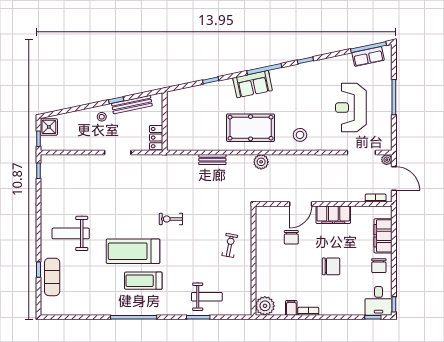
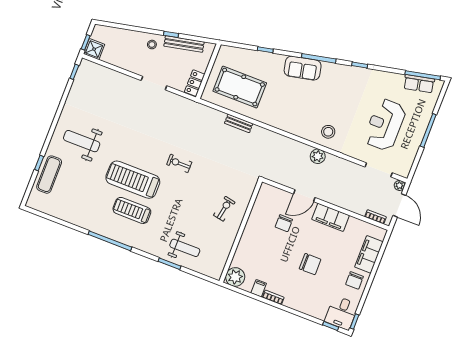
shower: (49, 127) -> (94, 49), moved
pool table: (251, 128) -> (240, 87), moved
plant: (261, 162) -> (318, 156), moved

